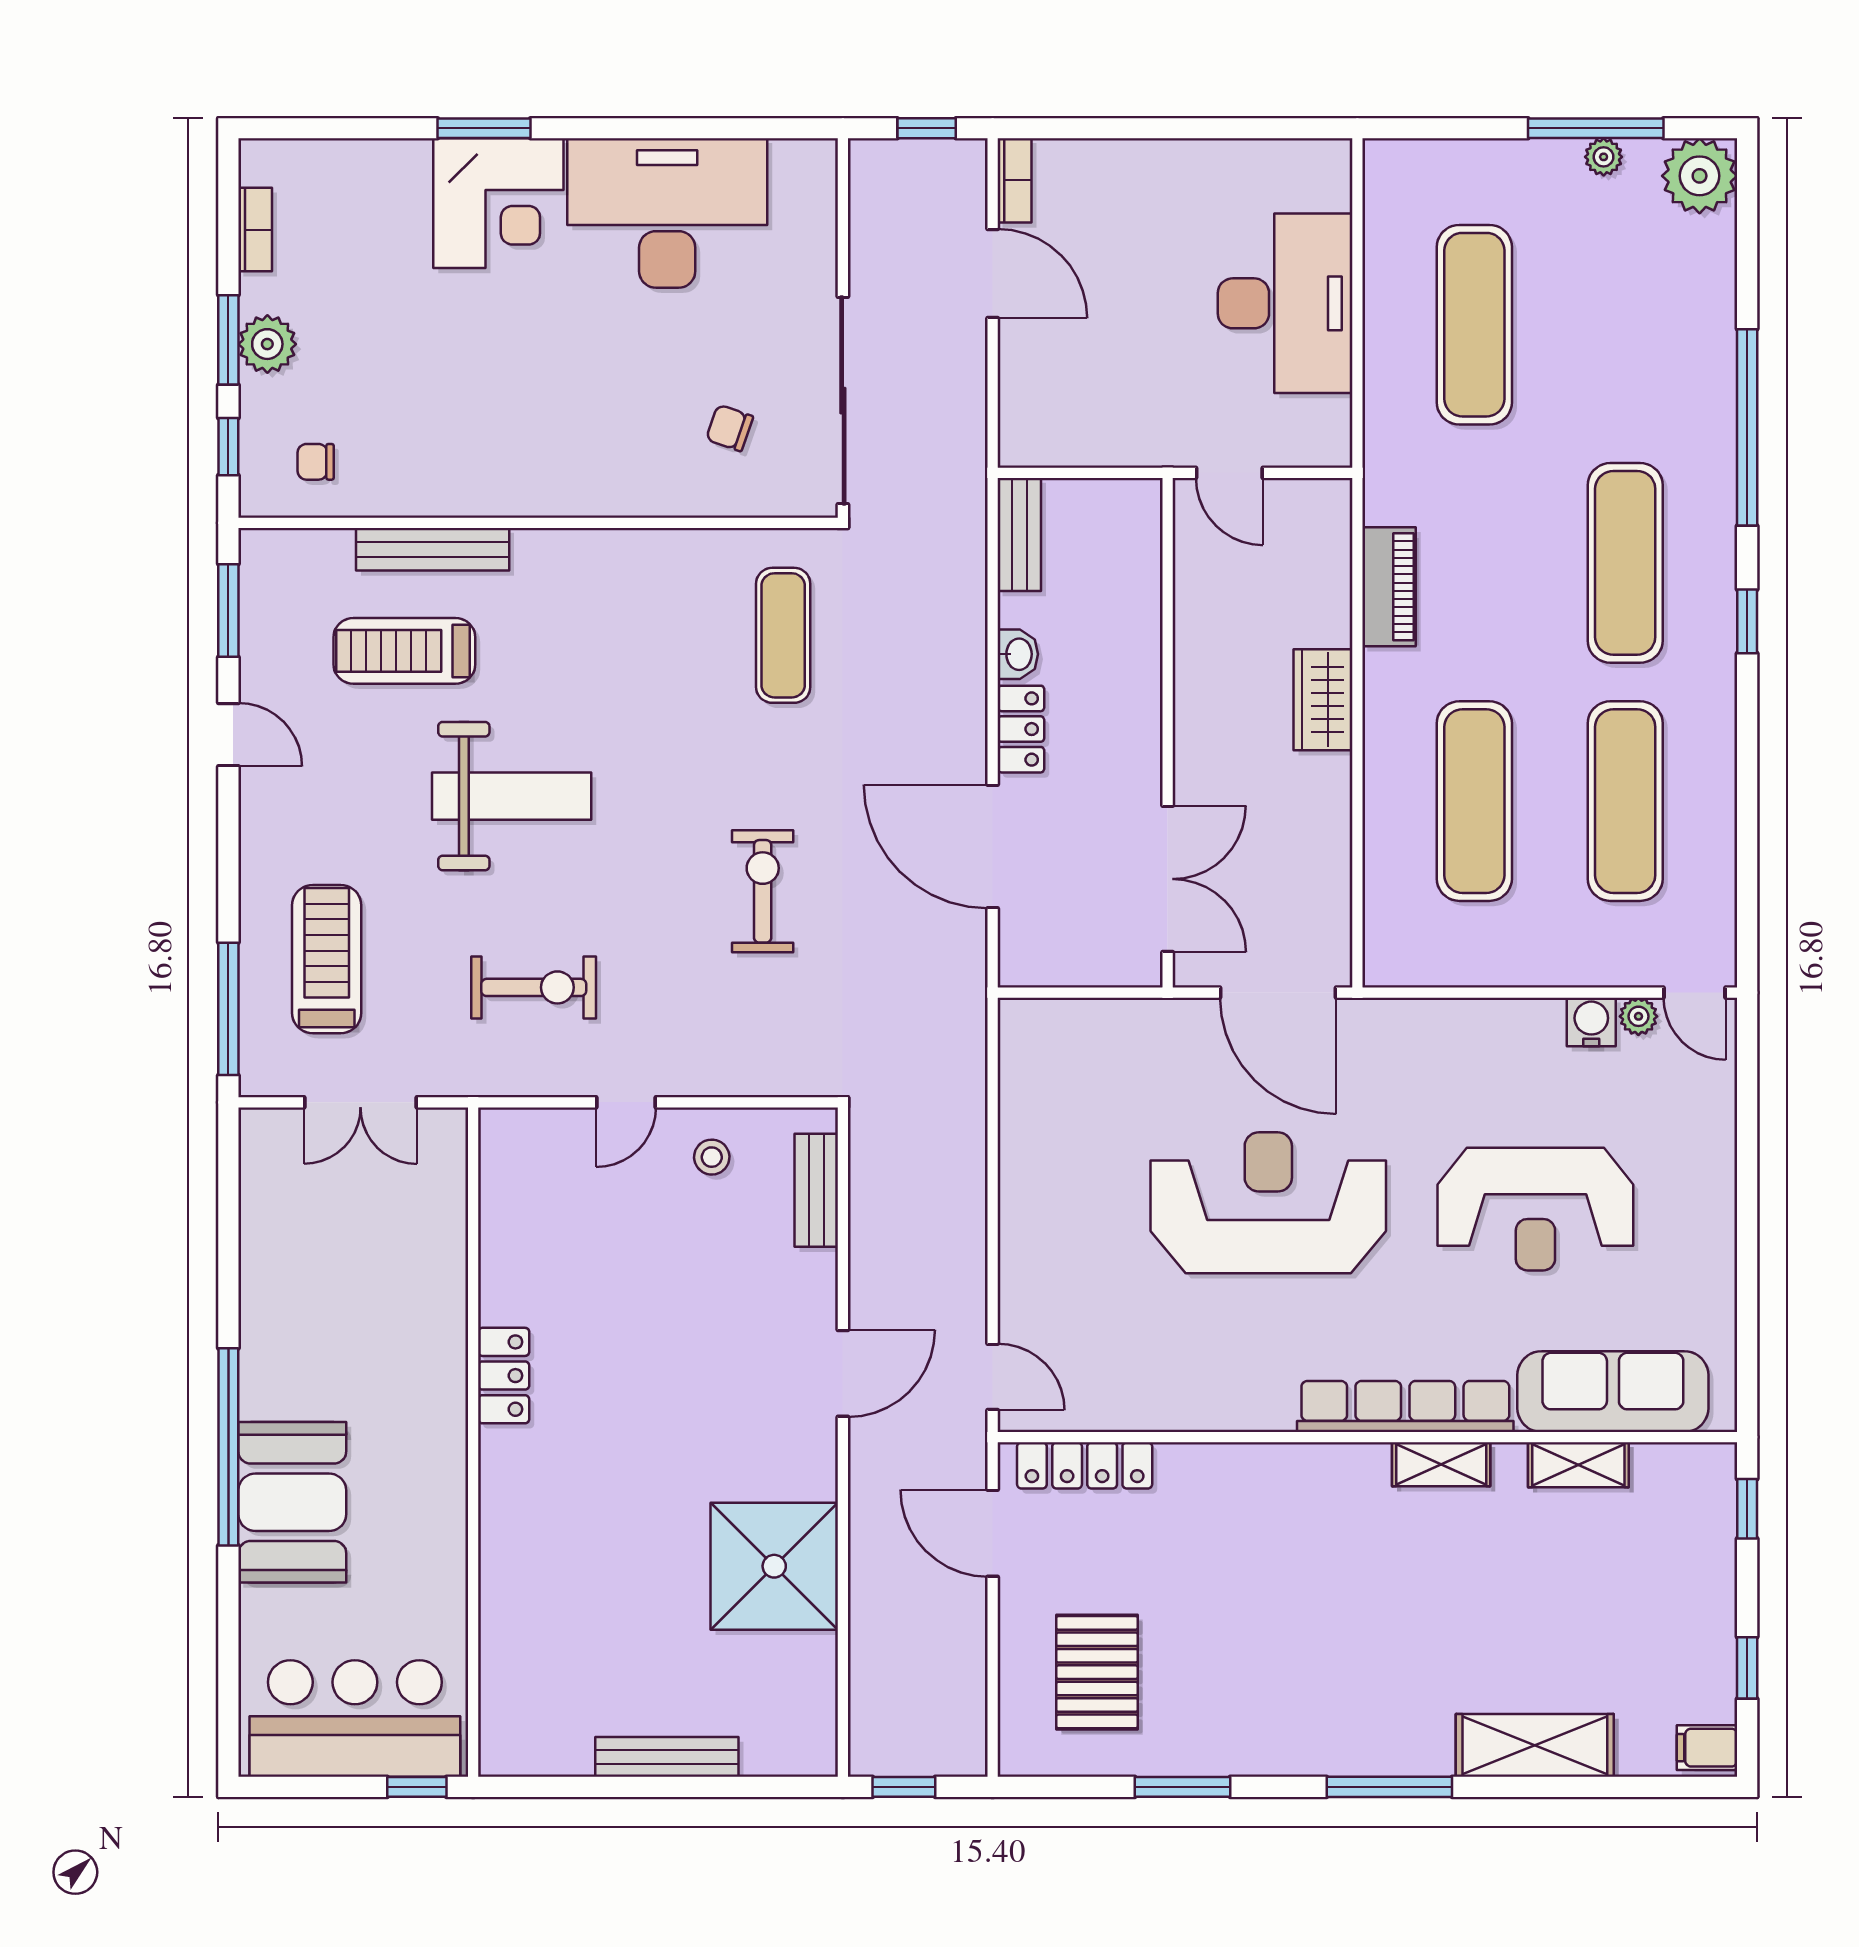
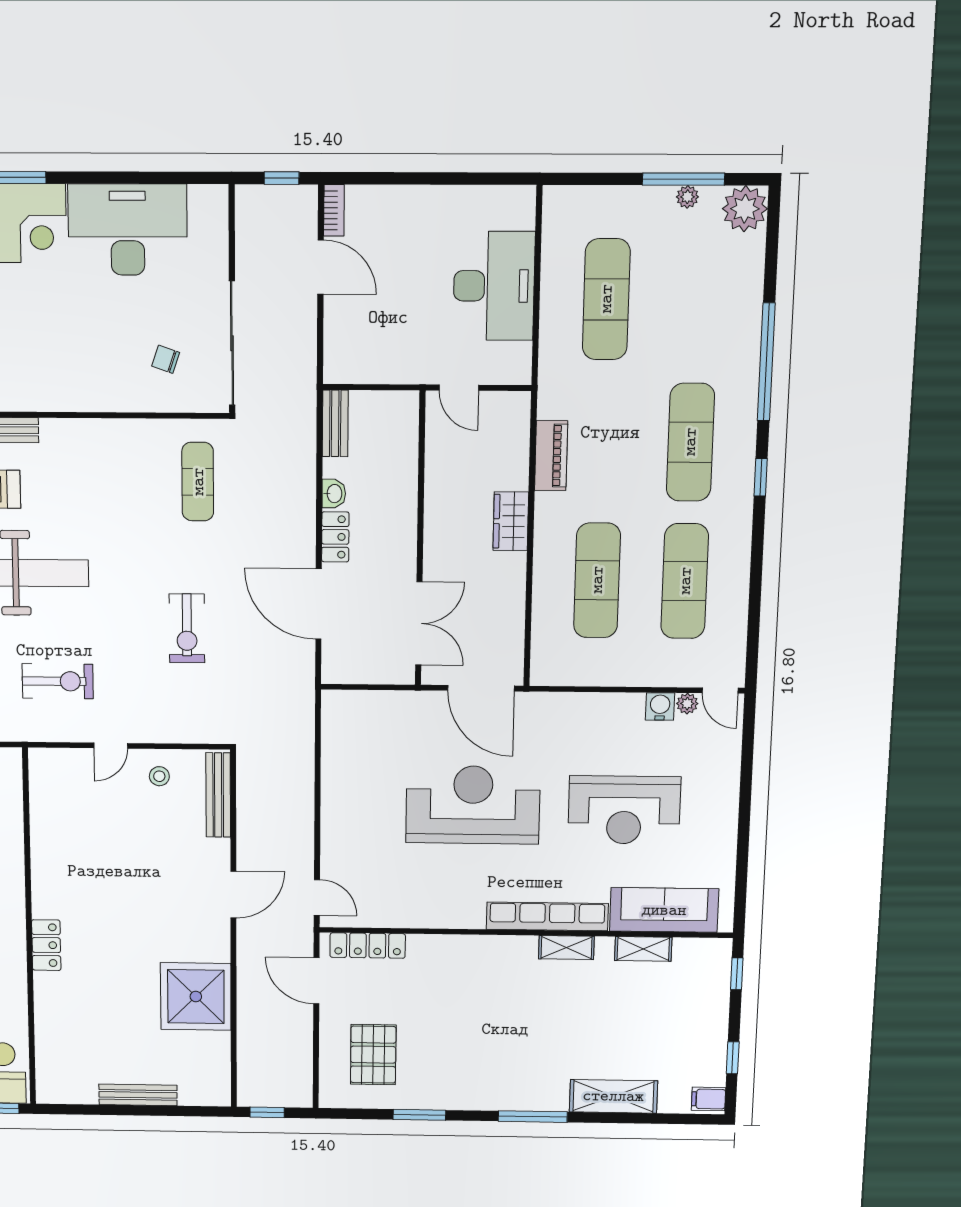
exercise bike: (763, 891) -> (187, 628), turned 180
bench: (816, 1190) -> (218, 795), width x1.36
locker: (504, 1376) -> (46, 945), moved

